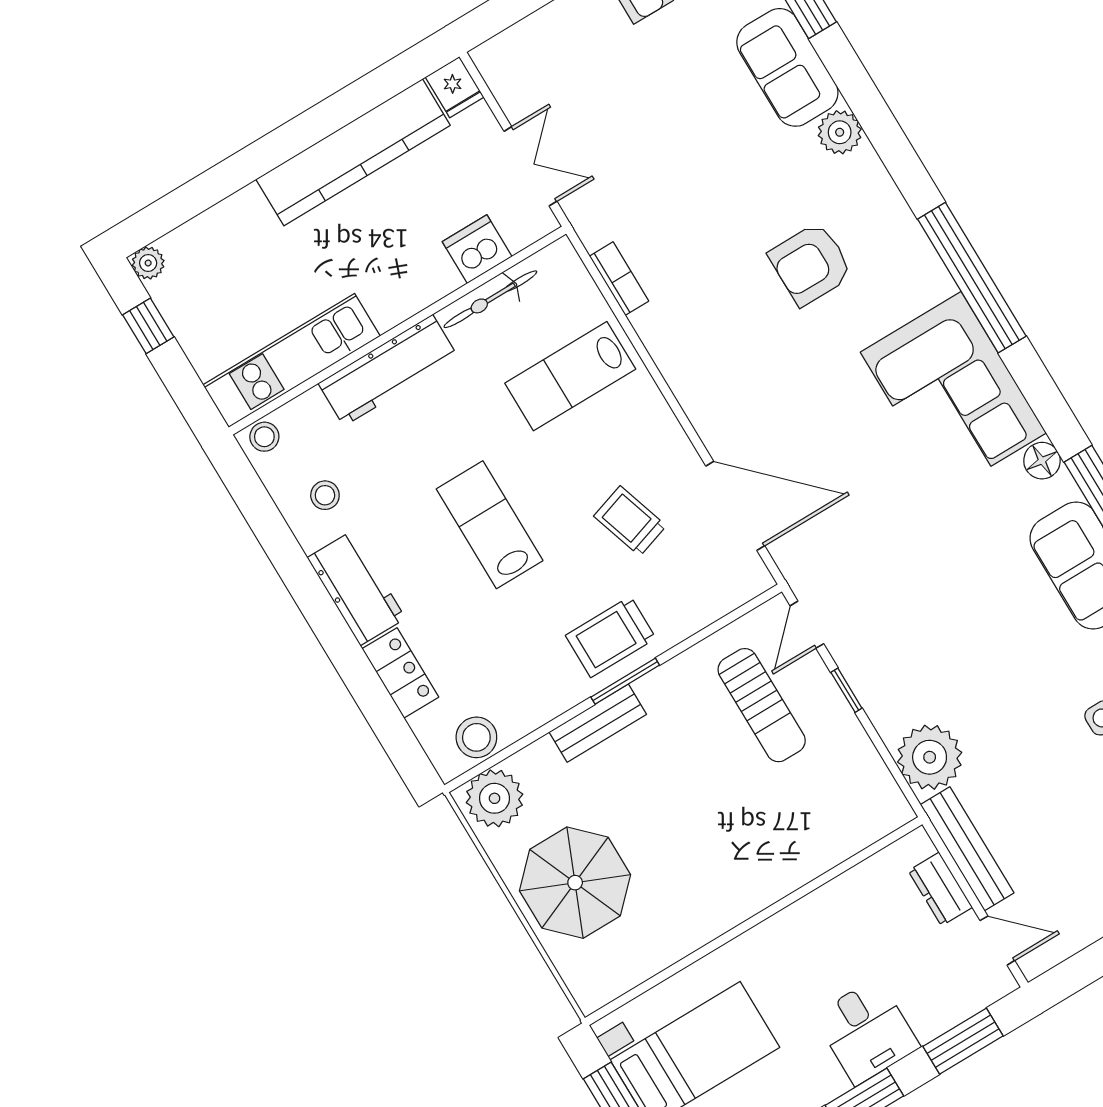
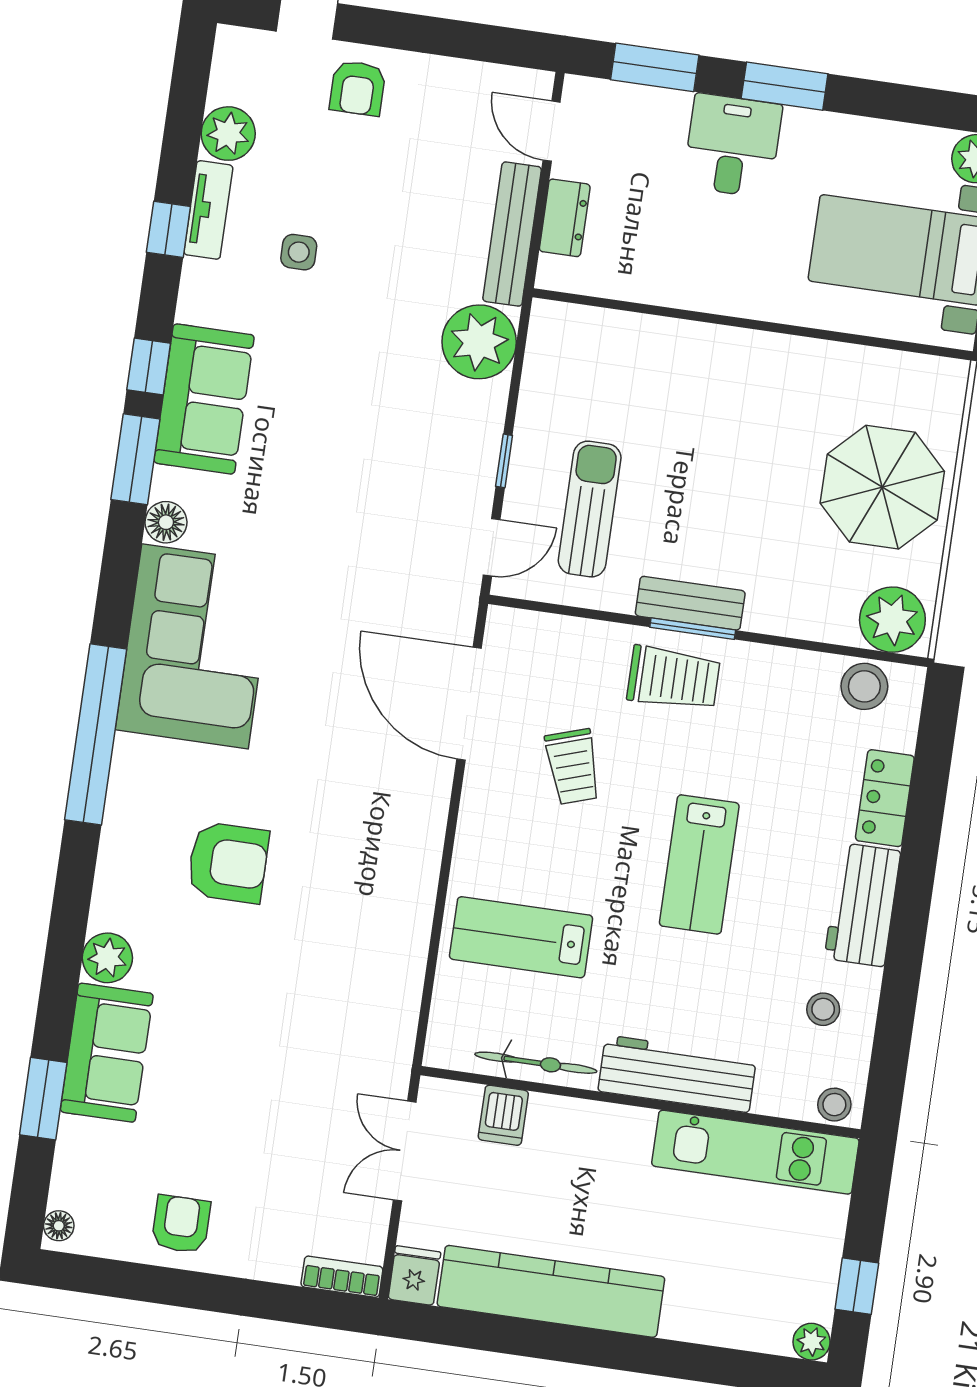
dishwasher: (477, 249) -> (503, 1115), width x0.73
bookcase: (619, 279) -> (342, 1277), moved, turned 90
lab bench: (570, 376) -> (521, 937), turned 180
bench: (598, 723) -> (690, 603), moved

